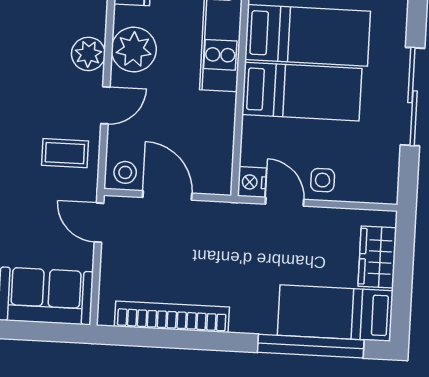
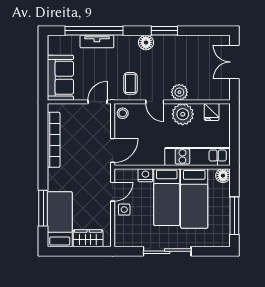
nightstand: (252, 182) -> (145, 175), moved
door: (167, 195) -> (113, 150), moved
window: (311, 346) -> (43, 208), width x0.68

